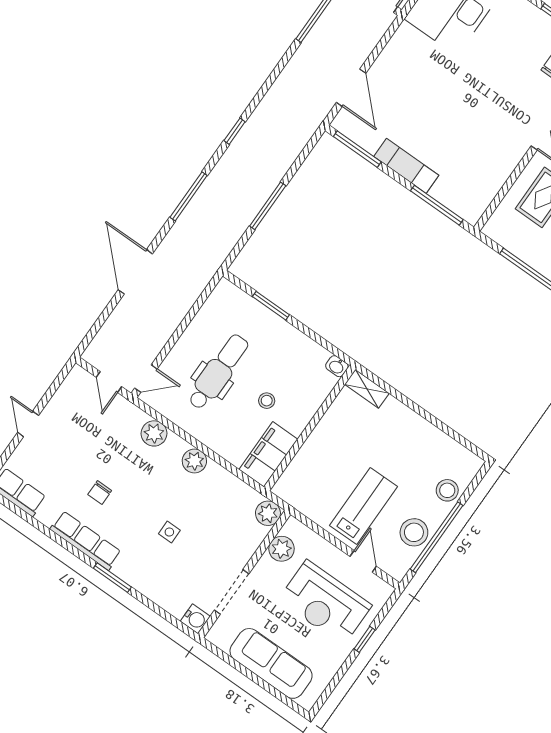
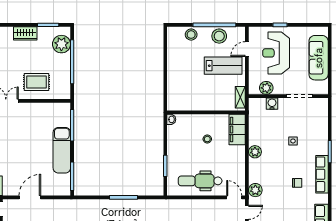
door: (351, 88) -> (30, 197), moved
exam couch: (406, 166) -> (62, 150), width x1.36, depth x1.45
dental chair: (218, 372) -> (200, 181), moved
shelving: (367, 389) -> (240, 97), moved
plant: (154, 433) -> (255, 190), moved
filing cabinet: (268, 454) -> (237, 129), moved, turned 90
lab bench: (363, 506) -> (223, 66), turned 180
plant: (268, 513) -> (255, 104), removed
reception desk: (325, 603) -> (276, 53), turned 180
water cooler: (195, 619) -> (272, 104), moved

